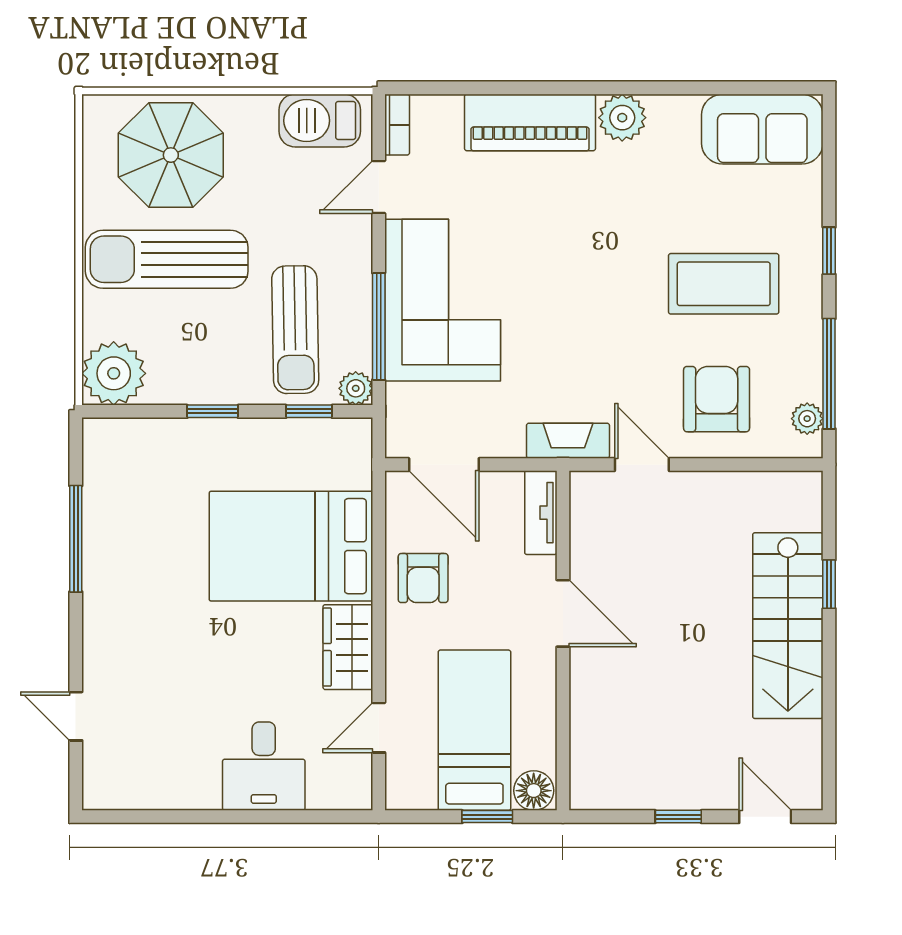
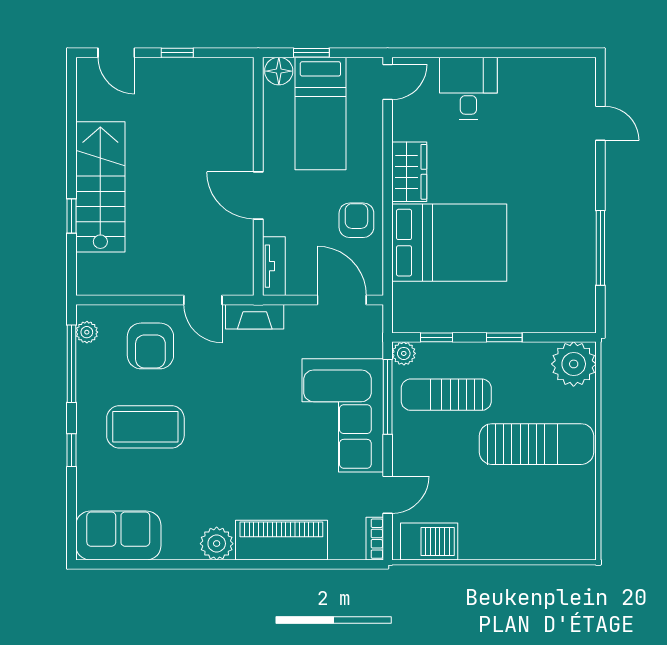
parasol: (171, 155) -> (534, 517), removed
sun lounger: (295, 330) -> (446, 395), turned -89
door: (379, 728) -> (388, 82), moved

